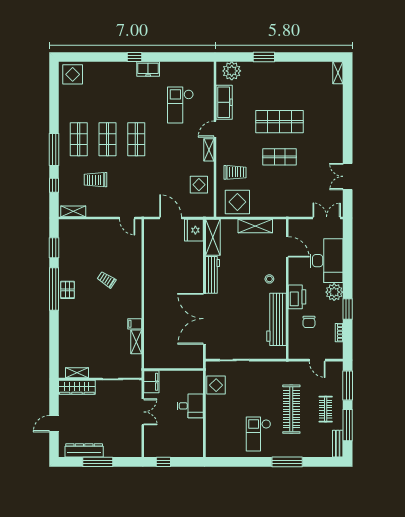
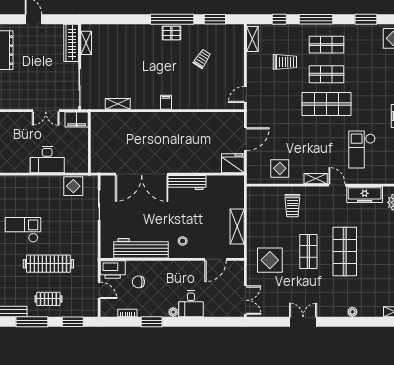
window: (54, 101) -> (366, 19), added
checkout: (180, 105) -> (362, 149), turned -90
plant: (338, 114) -> (352, 312), added
shop shelf: (136, 139) -> (327, 104), width x1.43, depth x1.36
double door: (348, 176) -> (303, 322), moved
trolley: (95, 180) -> (285, 62), turned 90
display table: (237, 202) -> (270, 260), moved
shelving: (213, 237) -> (226, 183), removed
desk: (326, 261) -> (191, 304), width x0.53, depth x0.77
trolley: (107, 280) -> (202, 59), moved
plant: (334, 292) -> (173, 312), width x0.53, depth x0.53
printer: (297, 297) -> (113, 270), moved
double door: (204, 319) -> (142, 174), swing flipped
filing cabinet: (135, 324) -> (166, 102), moved
door: (317, 360) -> (99, 290), swing flipped
window: (348, 386) -> (73, 322), width x0.69
desk: (190, 406) -> (47, 160), width x1.37

